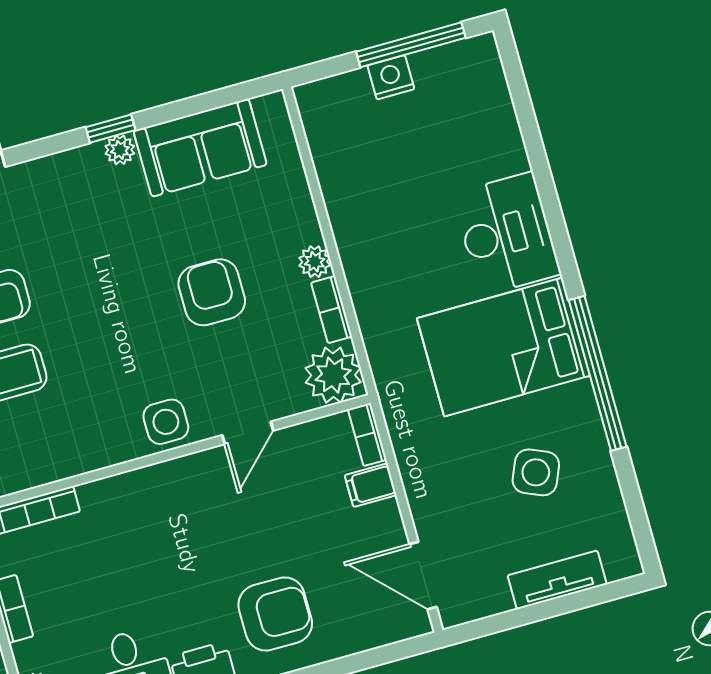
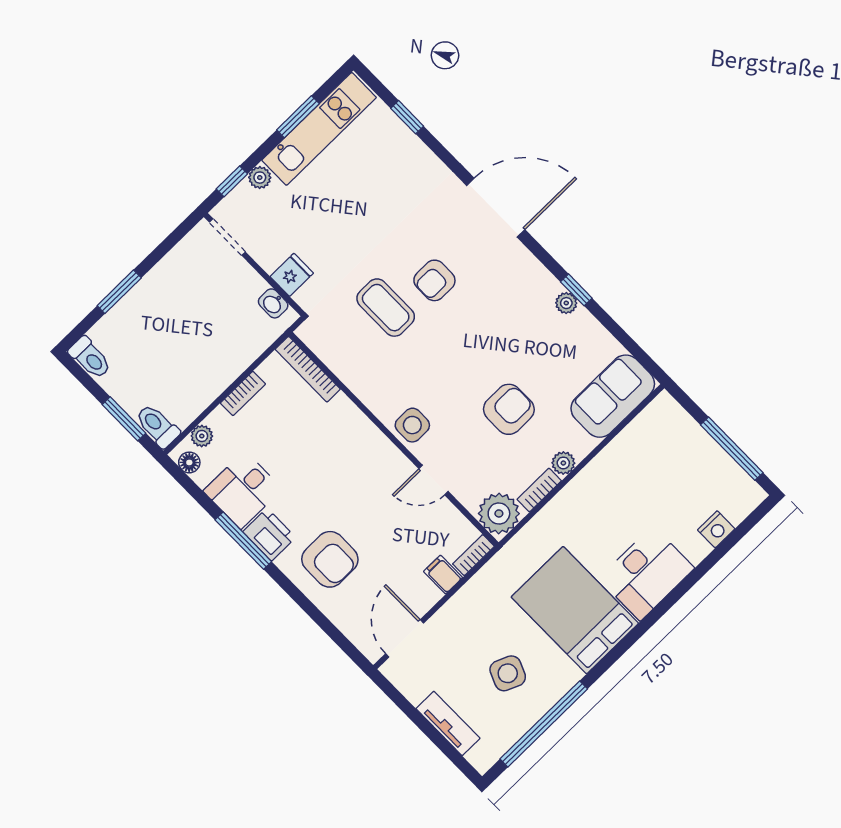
nightstand: (391, 77) -> (716, 529), moved, turned 90
sofa: (200, 148) -> (613, 396), moved, turned 90
window: (598, 373) -> (544, 724), moved

